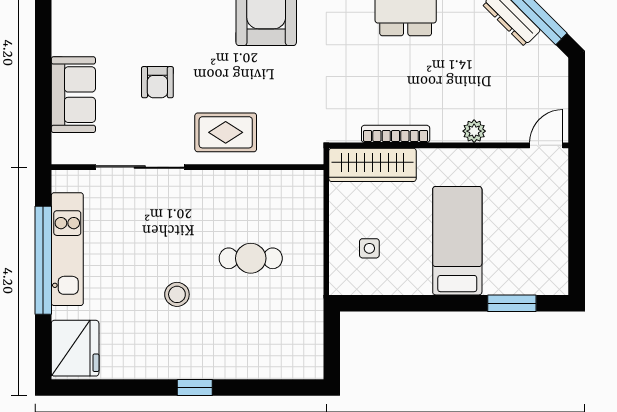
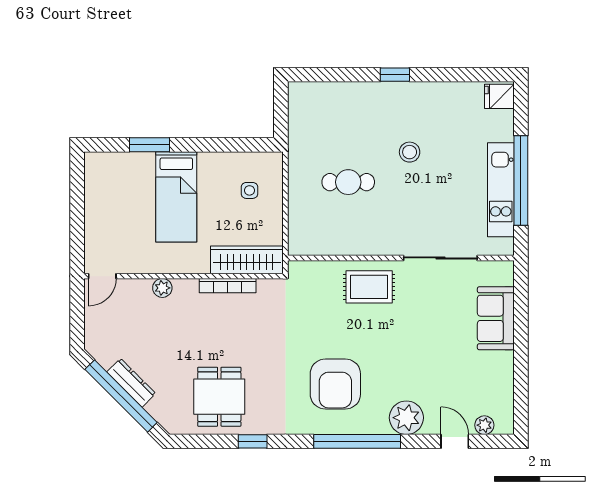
armchair: (157, 82) -> (426, 329), removed
window: (512, 303) -> (149, 145), moved
fridge: (75, 348) -> (499, 96), width x0.53, depth x0.75

